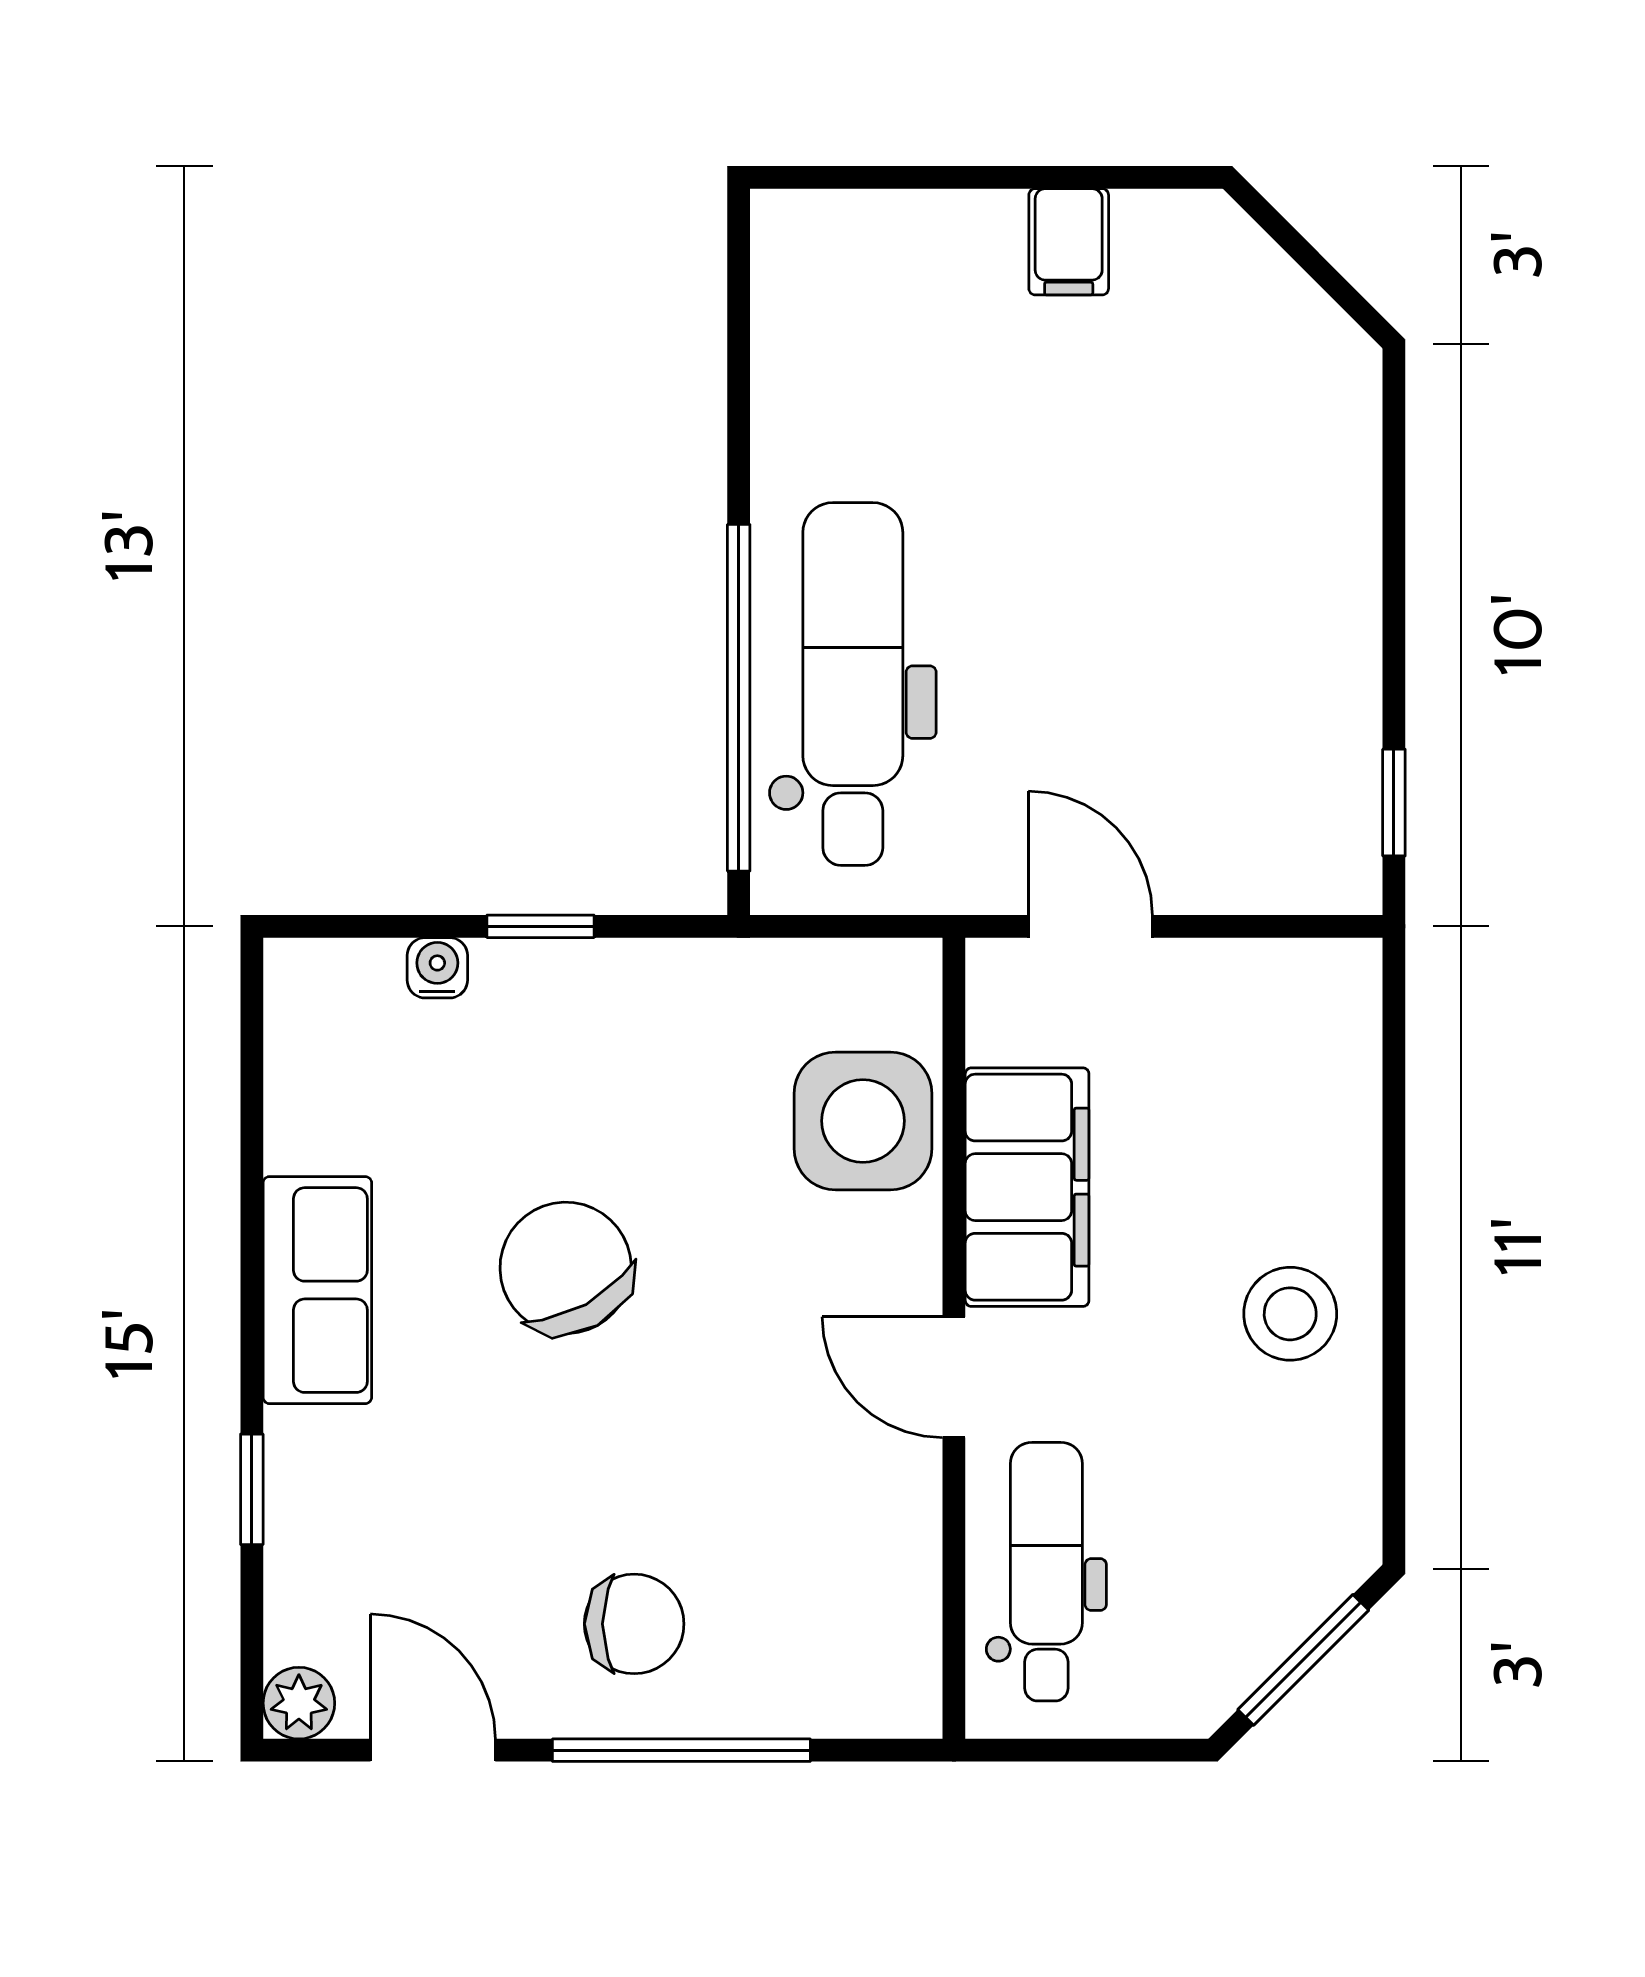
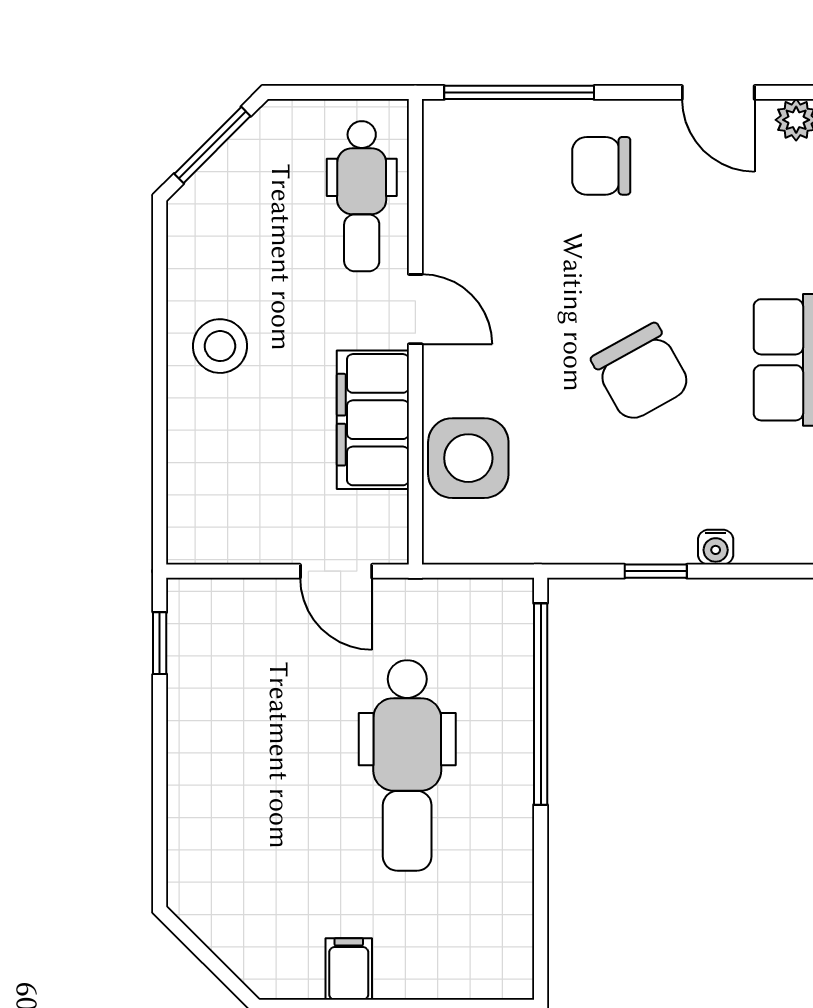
dental chair: (853, 684) -> (407, 765), moved
window: (681, 1750) -> (519, 92), moved

